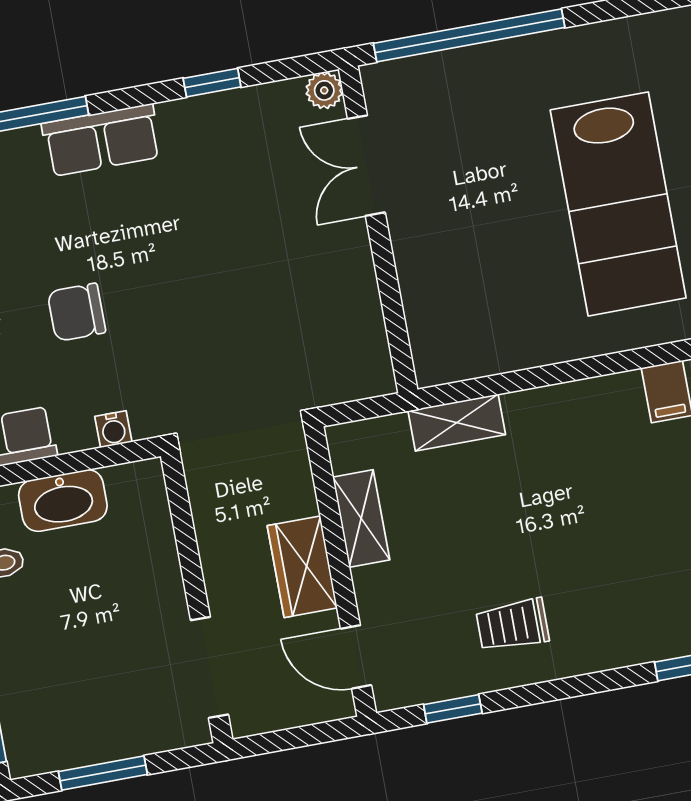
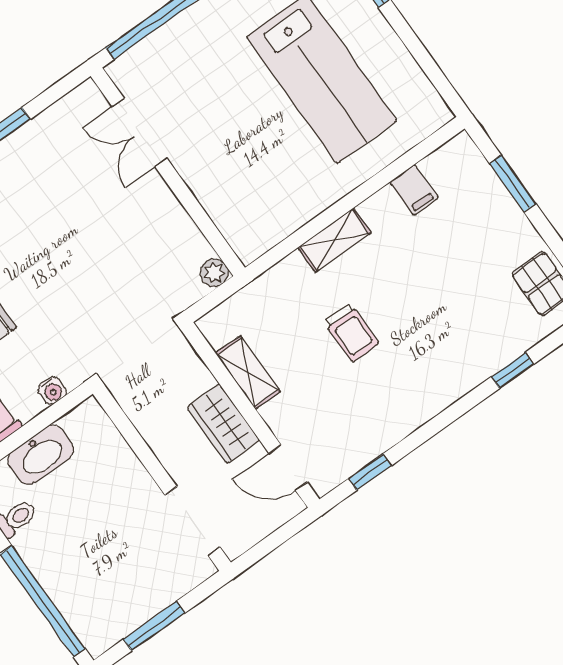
plant: (324, 90) -> (214, 273), moved
shelving: (457, 423) -> (334, 240), moved
trolley: (513, 625) -> (351, 333), moved, turned -90

